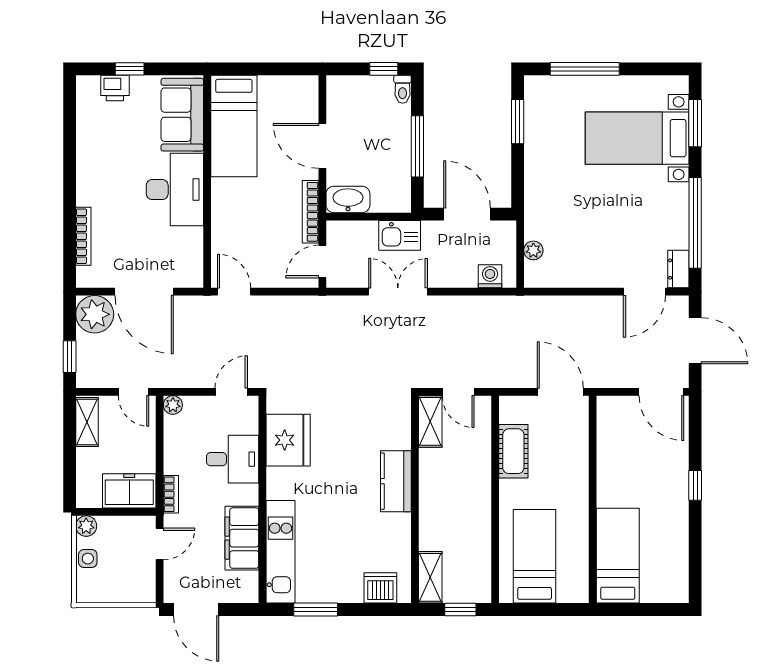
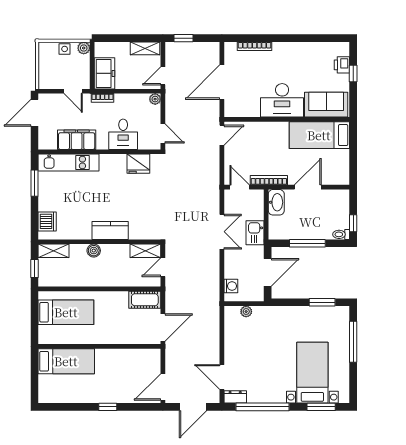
plant: (95, 314) -> (209, 53), removed
fridge: (288, 440) -> (138, 164), width x0.73, depth x0.75
cot: (513, 451) -> (145, 300), moved
boiler: (430, 509) -> (94, 251), added

